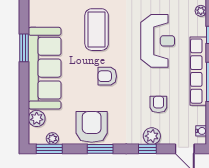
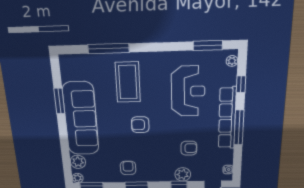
armchair: (158, 104) -> (189, 148), turned 90
armchair: (92, 127) -> (128, 168), width x0.53, depth x0.53
plant: (52, 139) -> (78, 178), moved

